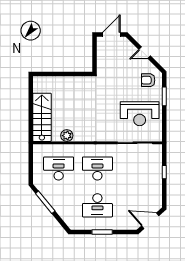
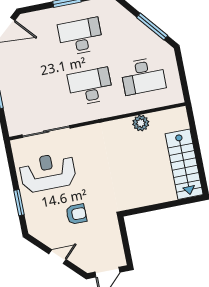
armchair: (148, 80) -> (76, 214), moved
stairs: (42, 117) -> (184, 164), moved
desk: (97, 168) -> (90, 86), turned 180

